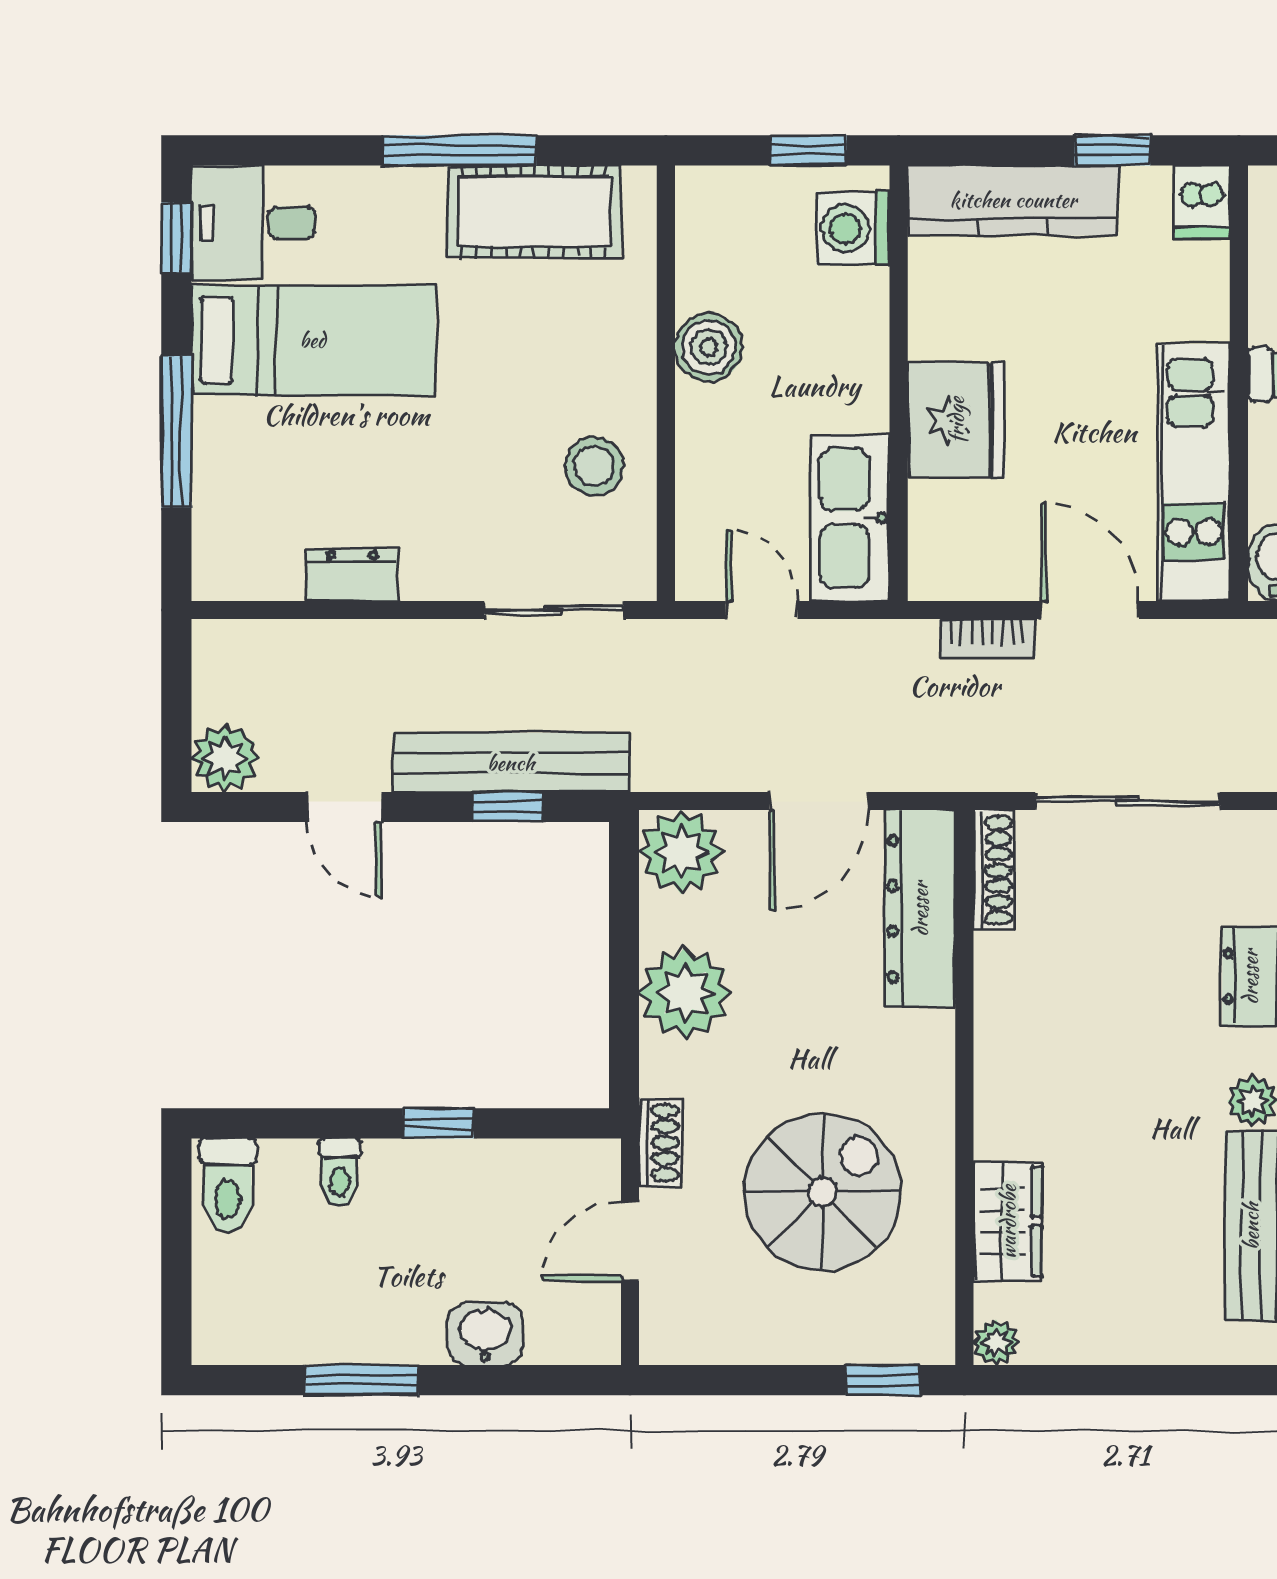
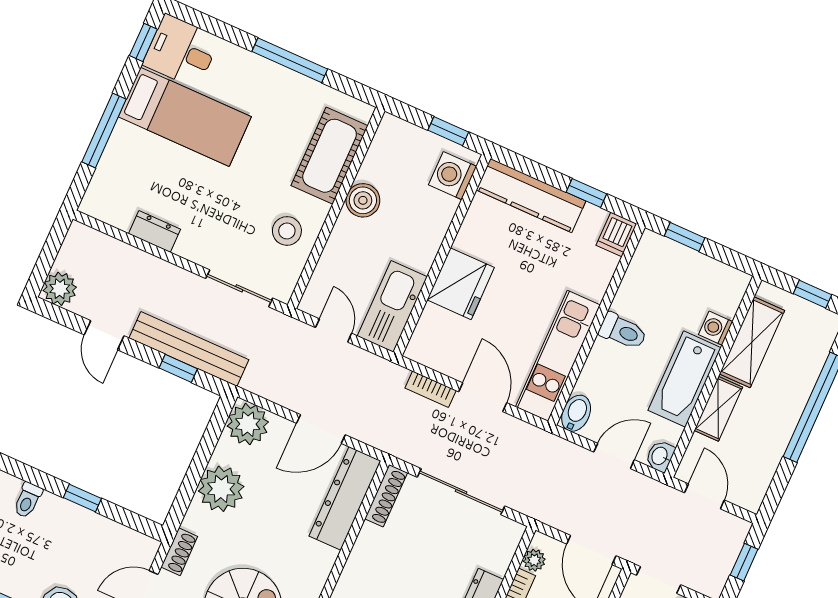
cot: (534, 211) -> (330, 156), moved, turned 90

